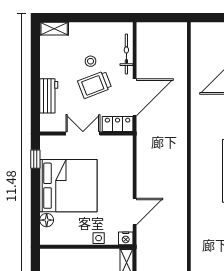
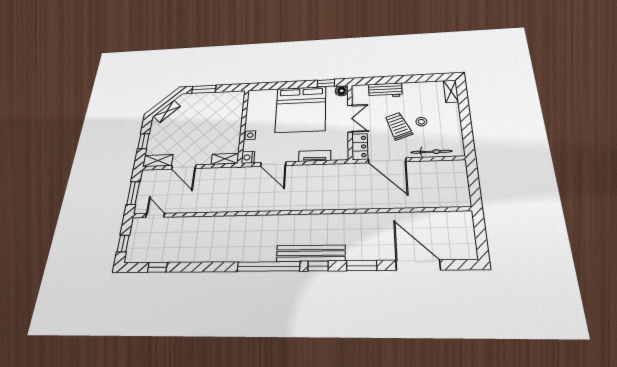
tv unit: (127, 169) -> (315, 156), added
floor lamp: (47, 220) -> (342, 91), moved

